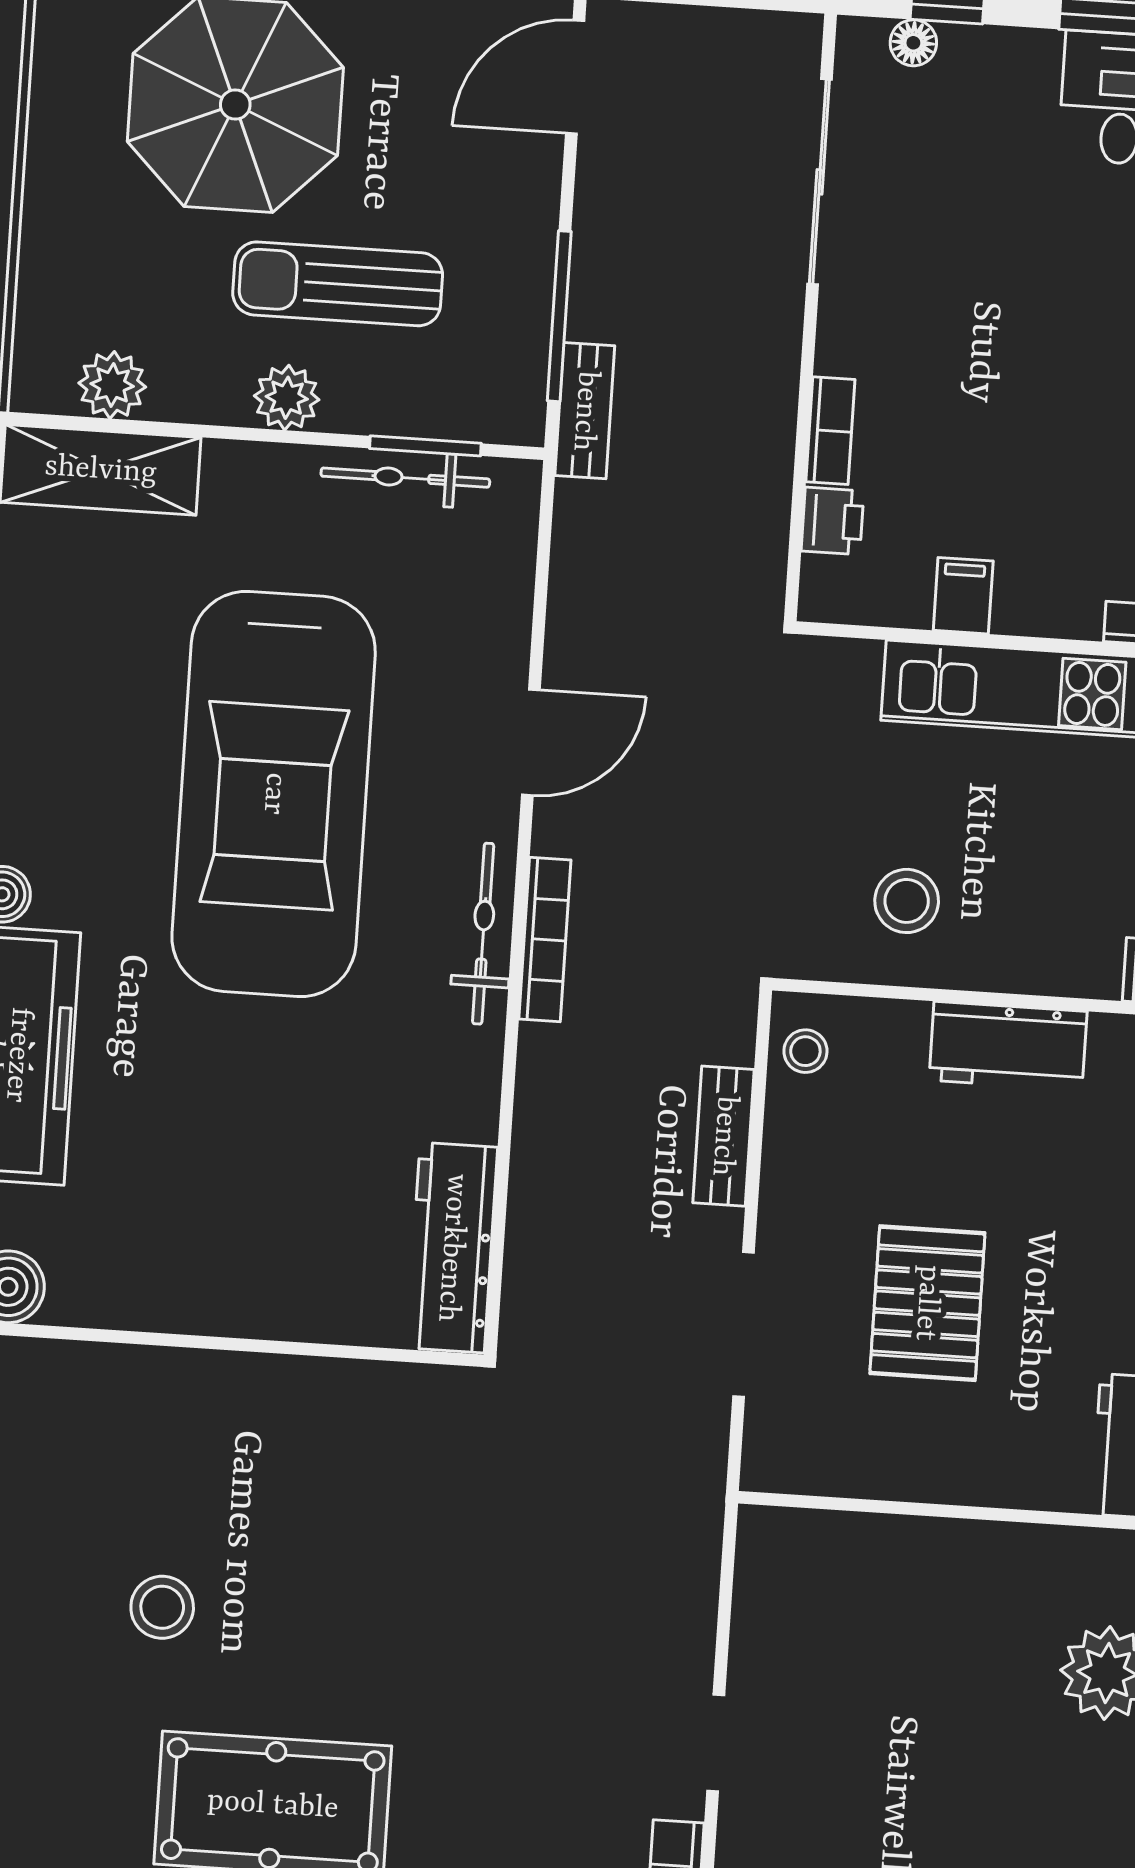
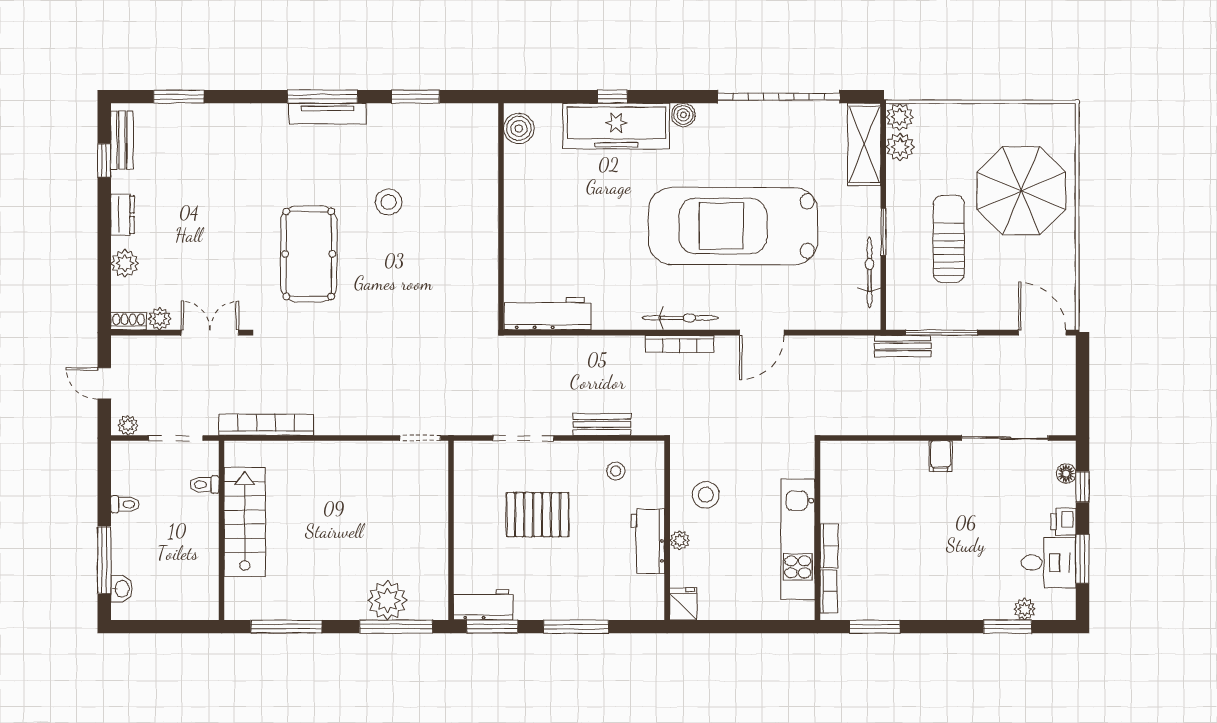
plant: (287, 398) -> (900, 117), moved
bookcase: (830, 431) -> (829, 546), moved, turned -90
window: (425, 446) -> (883, 232), moved
printer: (833, 521) -> (1064, 522), moved, turned 90
filing cabinet: (963, 596) -> (940, 456), moved, turned 90
door: (531, 742) -> (762, 333), hinge flipped
plant: (1011, 970) -> (680, 540), added
stool: (805, 1051) -> (616, 471), moved
doorway: (716, 1743) -> (420, 438), moved

